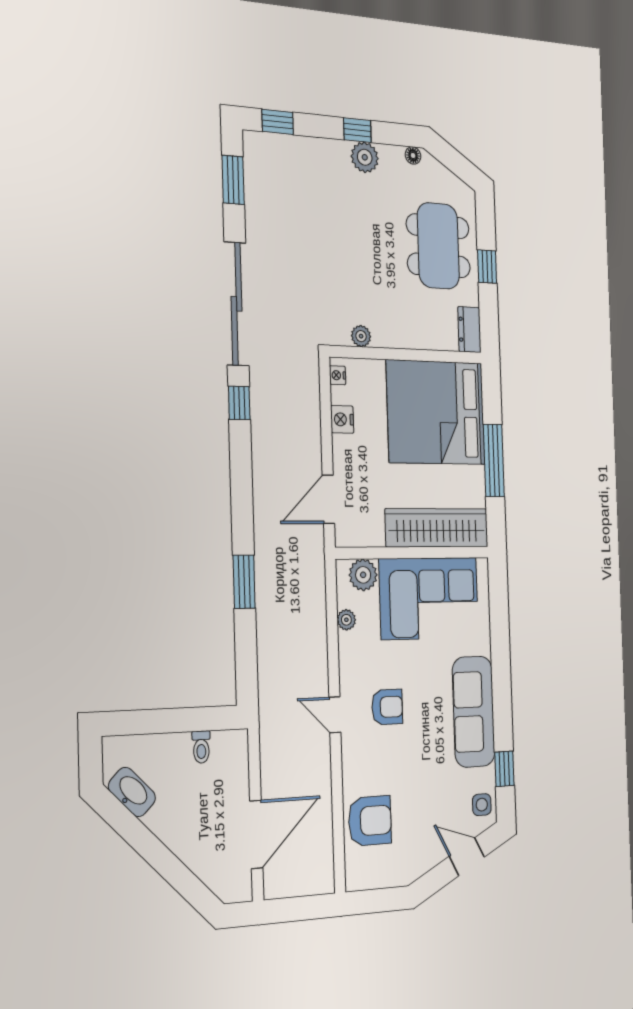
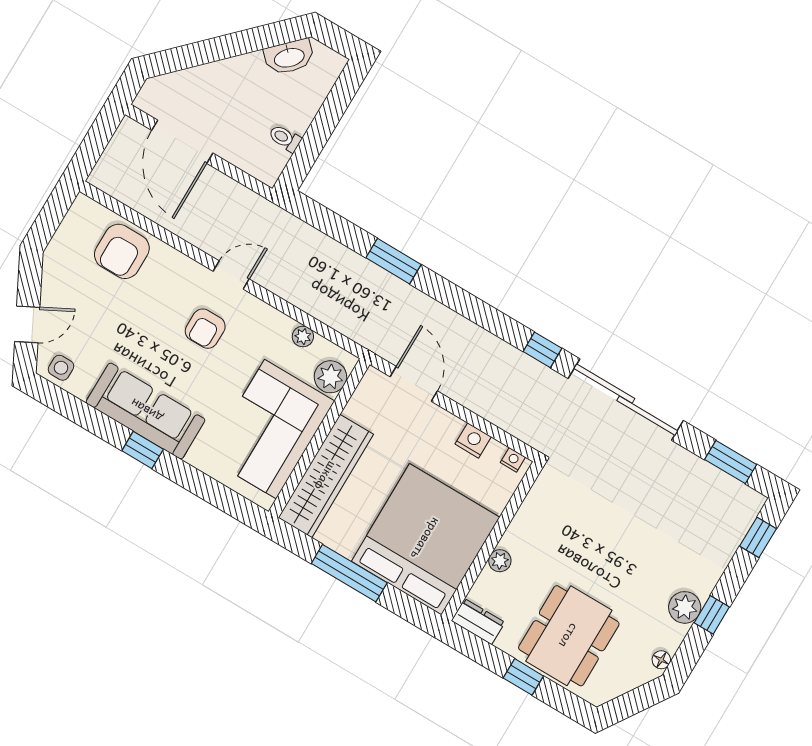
dining table: (438, 246) -> (569, 636), turned 90
plant: (361, 336) -> (500, 561), moved
window: (504, 769) -> (143, 450), moved

